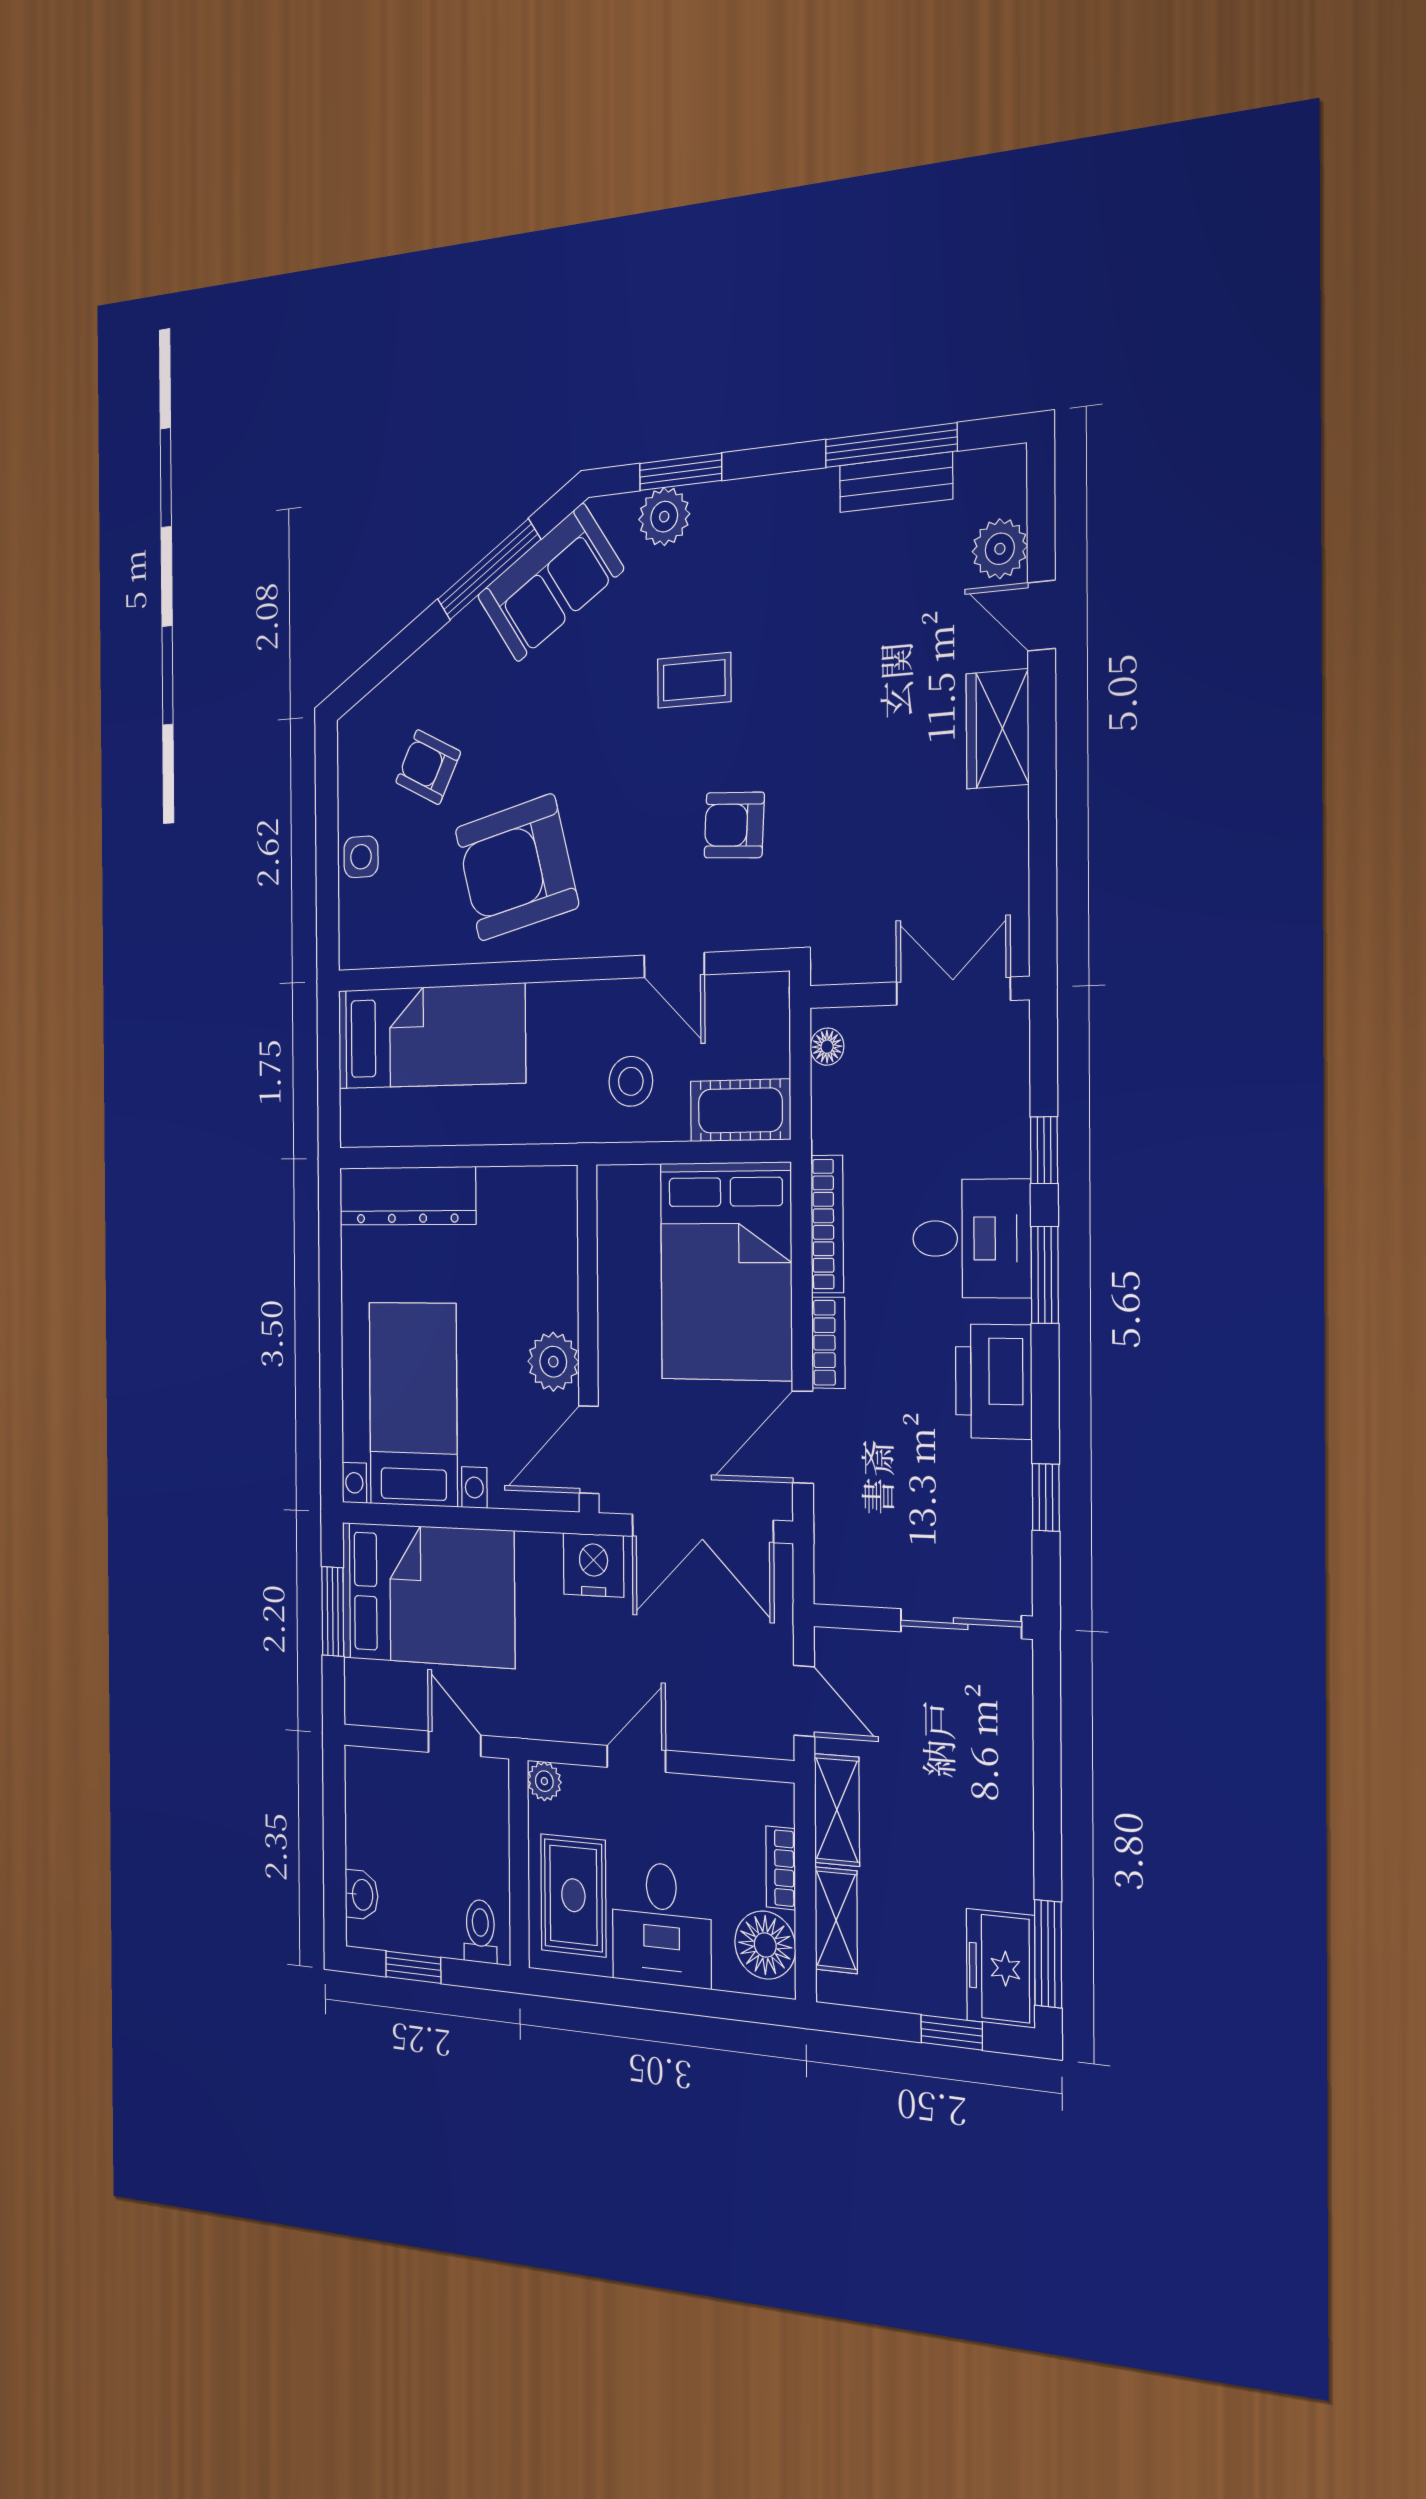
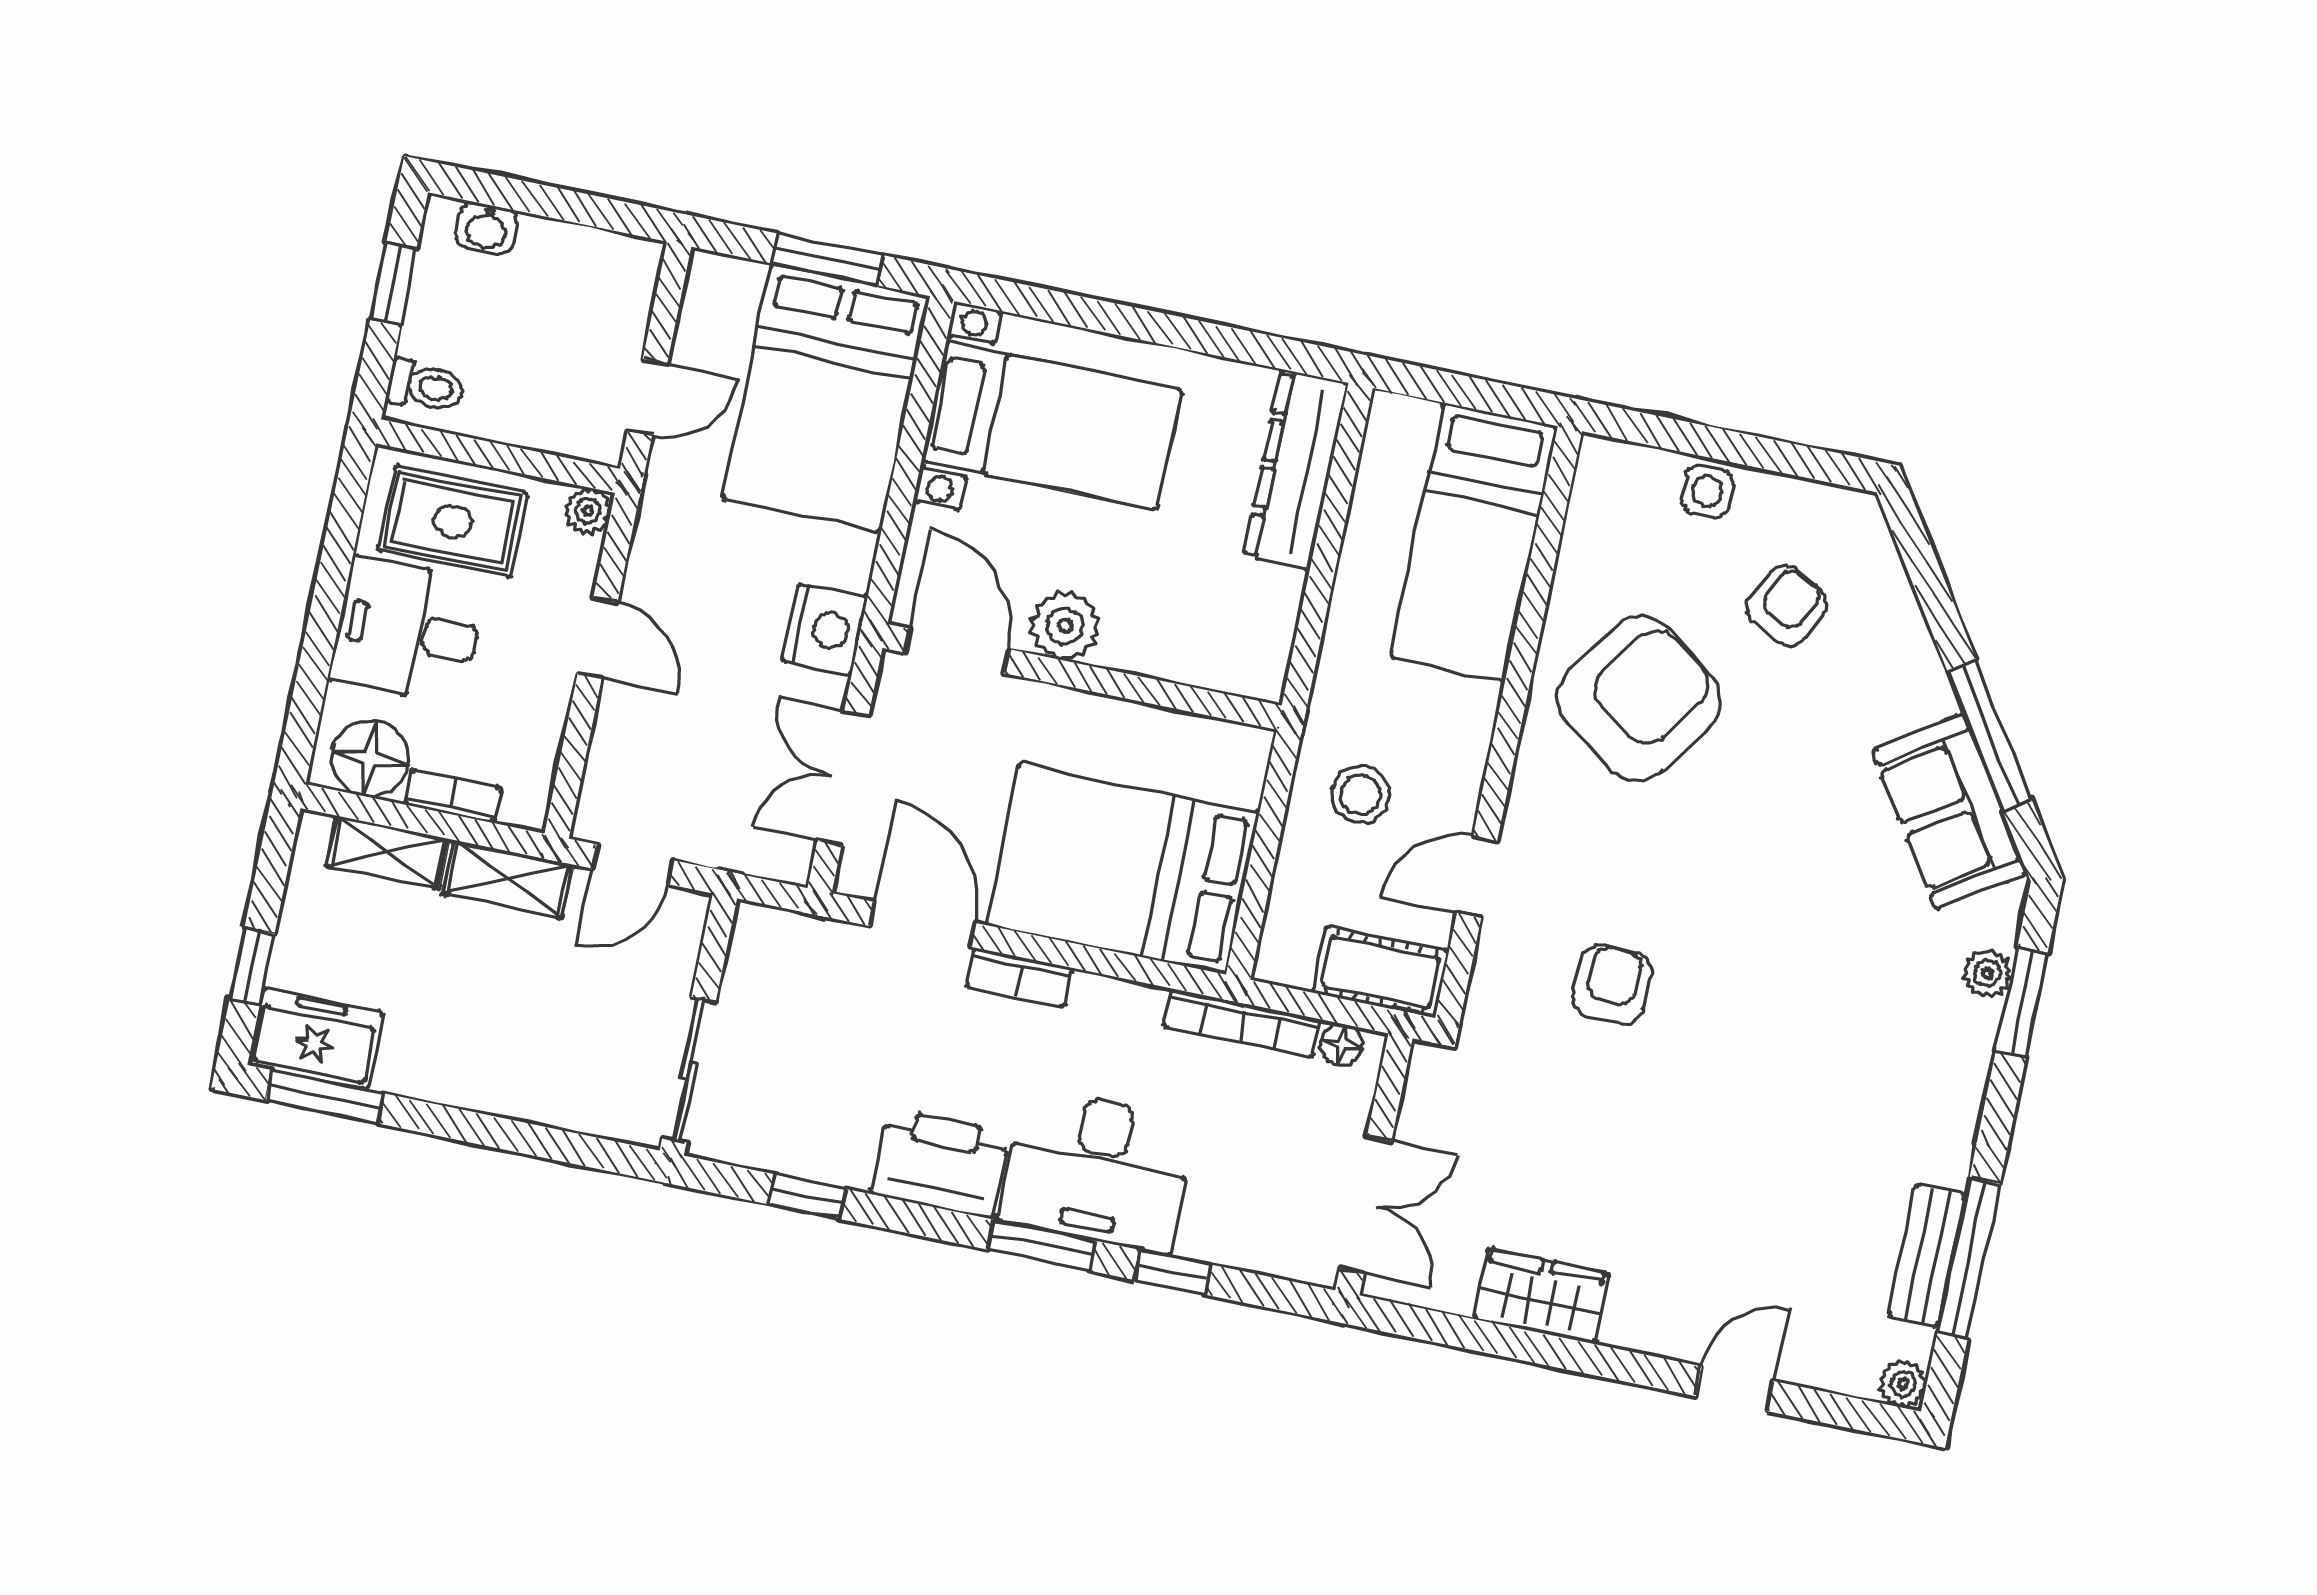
plant: (664, 517) -> (1987, 973), width x0.73, depth x0.73
plant: (1000, 549) -> (1903, 1384), moved, width x0.73, depth x0.73
coffee table: (694, 680) -> (1786, 970), removed
wardrobe: (997, 729) -> (1541, 1296), moved
armchair: (517, 868) -> (1639, 699), turned 50
cot: (740, 1110) -> (1381, 972), moved, turned 90
bookcase: (827, 1224) -> (1242, 1023), moved
desk: (972, 1238) -> (1097, 1170), width x1.37
double door: (702, 1528) -> (843, 778), width x0.73

